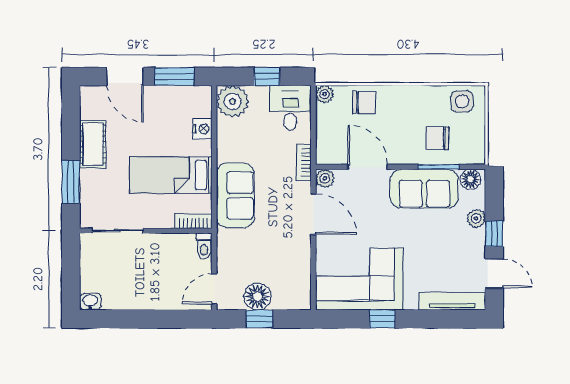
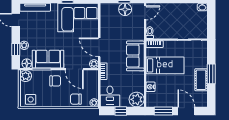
chair: (437, 138) -> (55, 81), moved
plant: (473, 152) -> (26, 76), added
window: (71, 182) -> (211, 74), moved
window: (494, 234) -> (16, 49), moved

